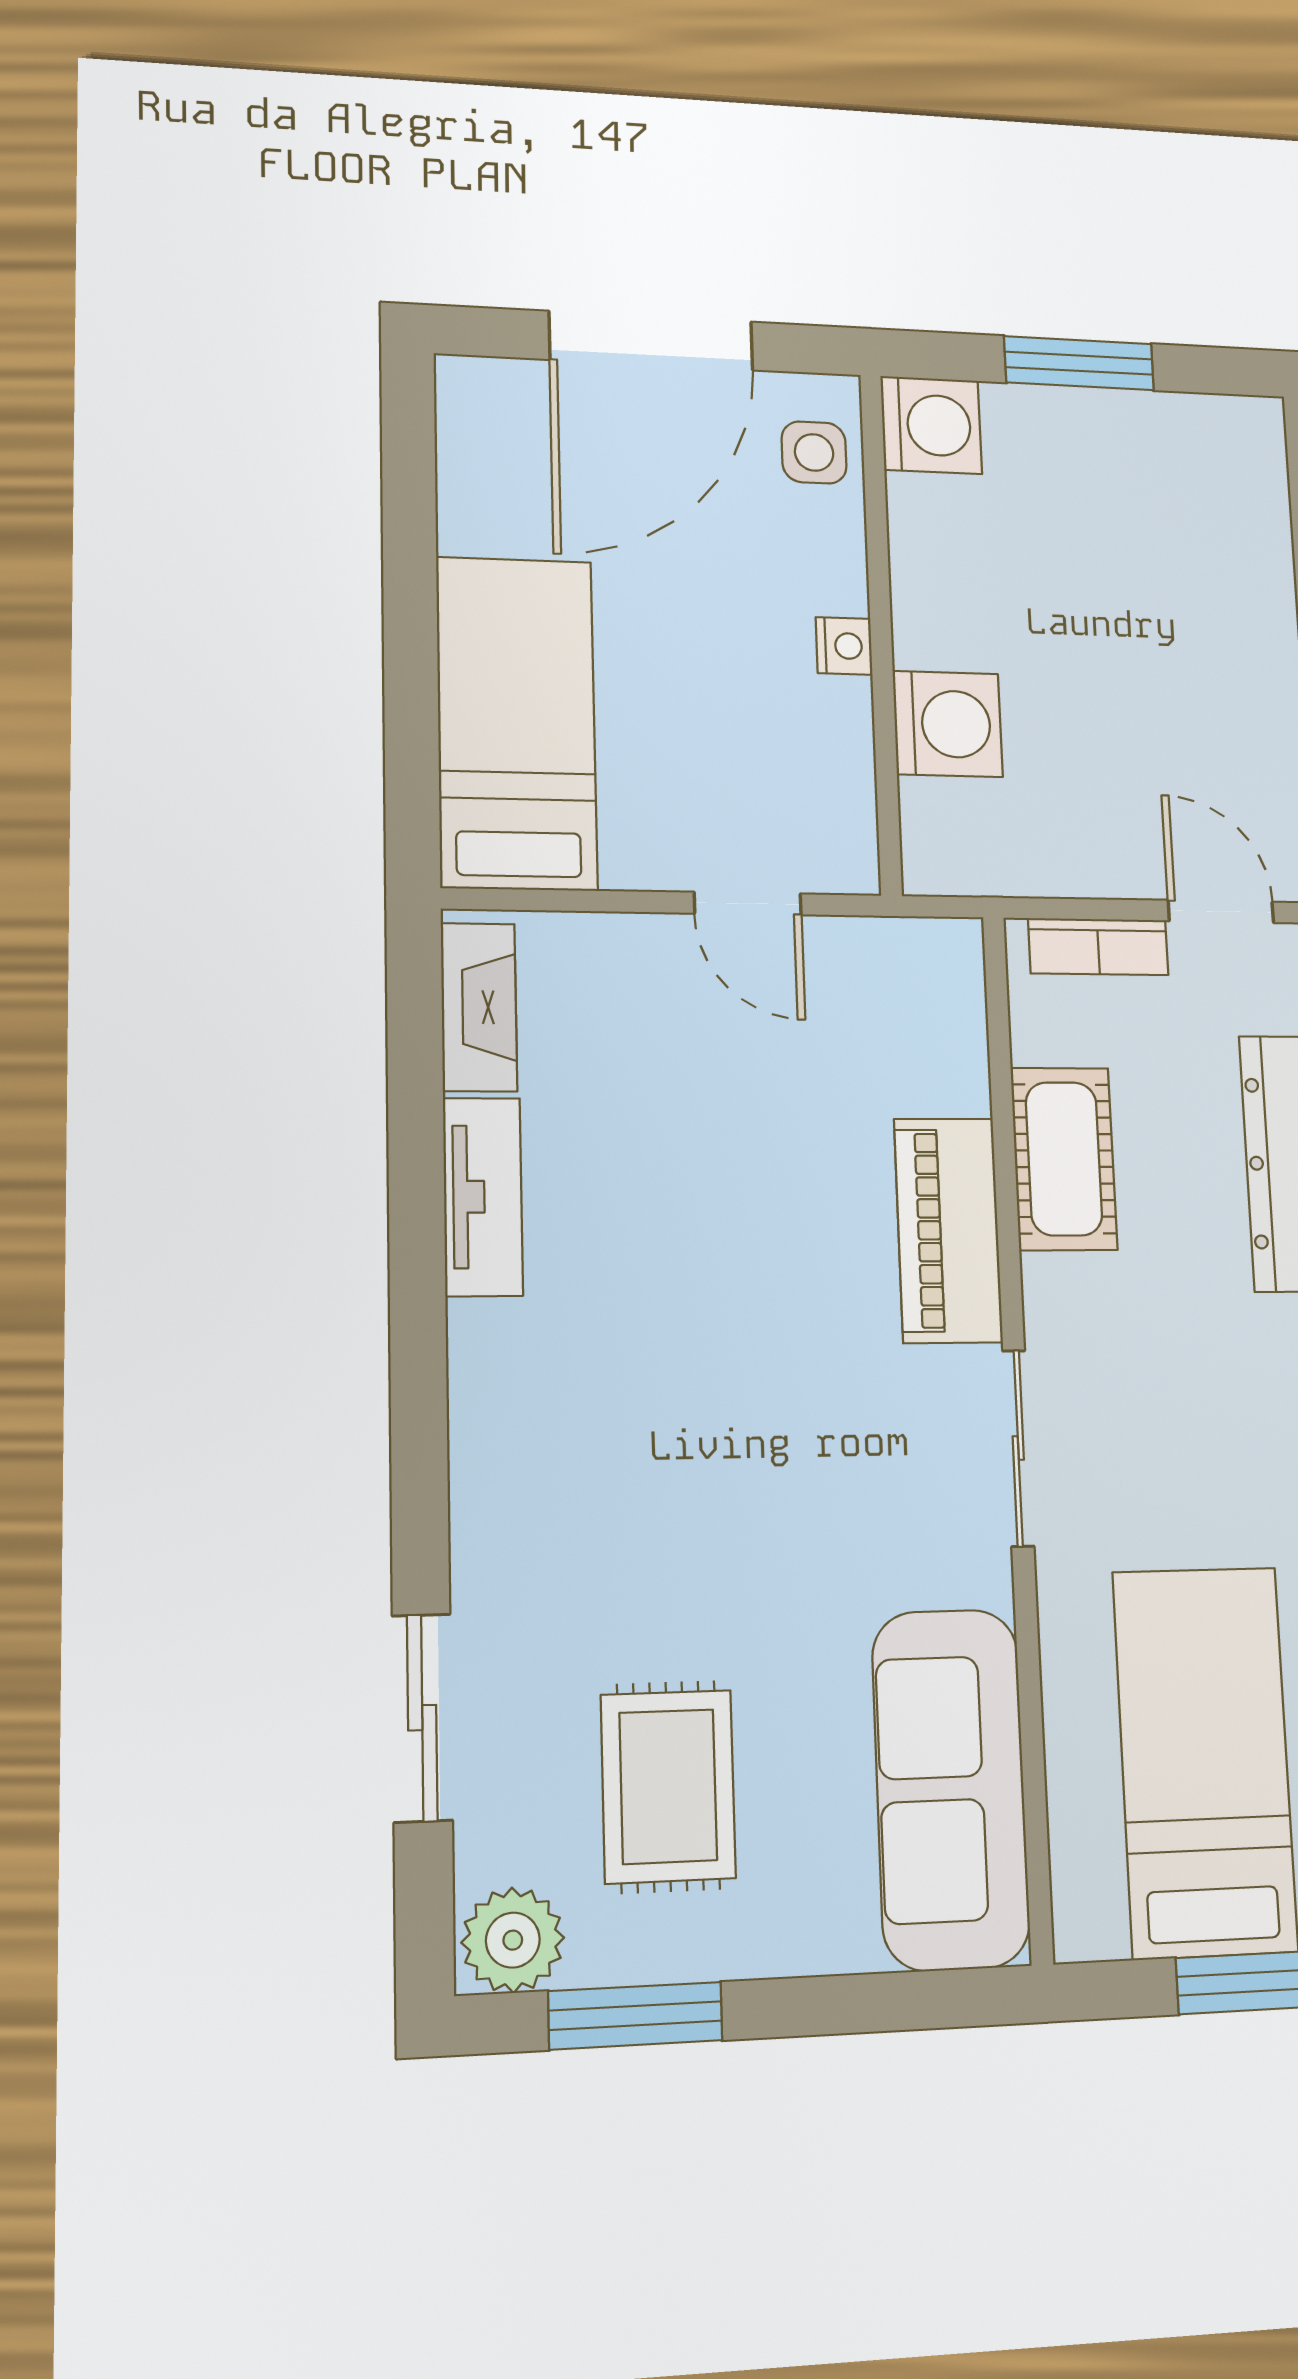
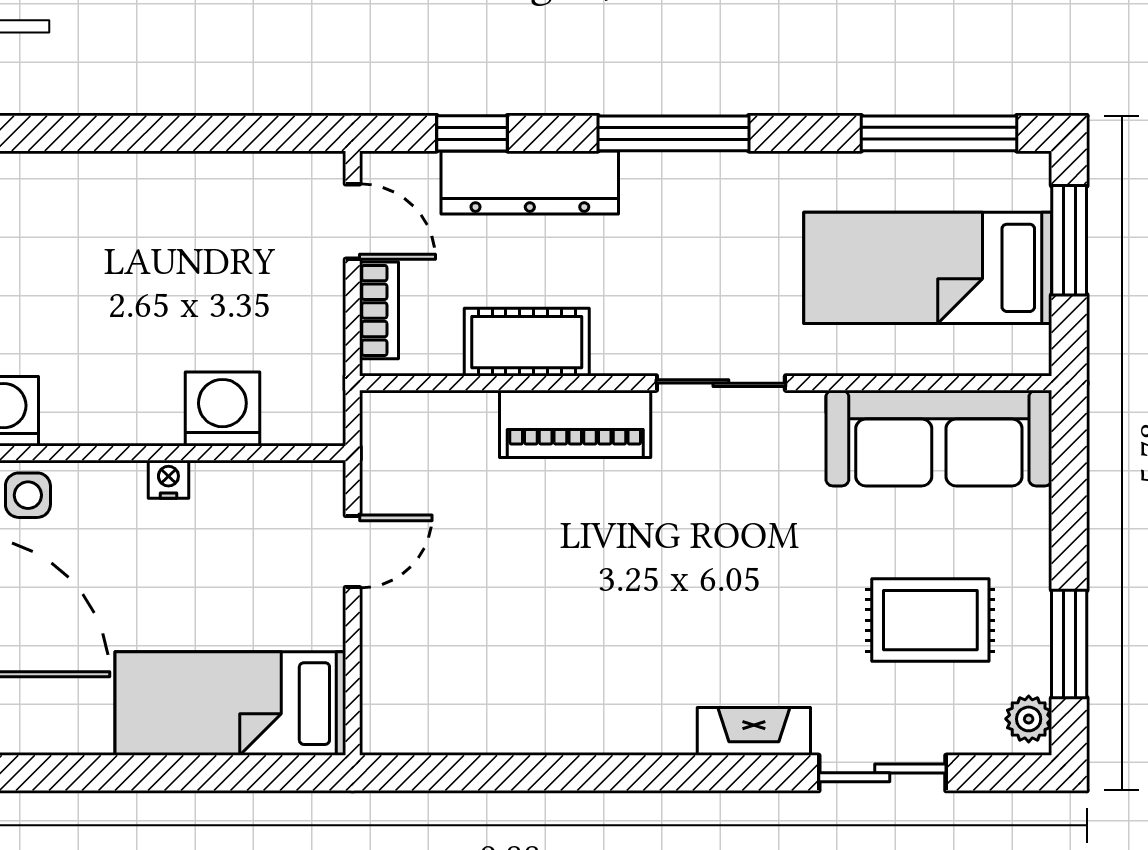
door: (1221, 911) -> (353, 222), swing flipped
fireplace: (479, 1007) -> (754, 731), moved
tv unit: (483, 1197) -> (552, 731), removed
plant: (513, 1940) -> (1029, 719), width x0.73, depth x0.73

